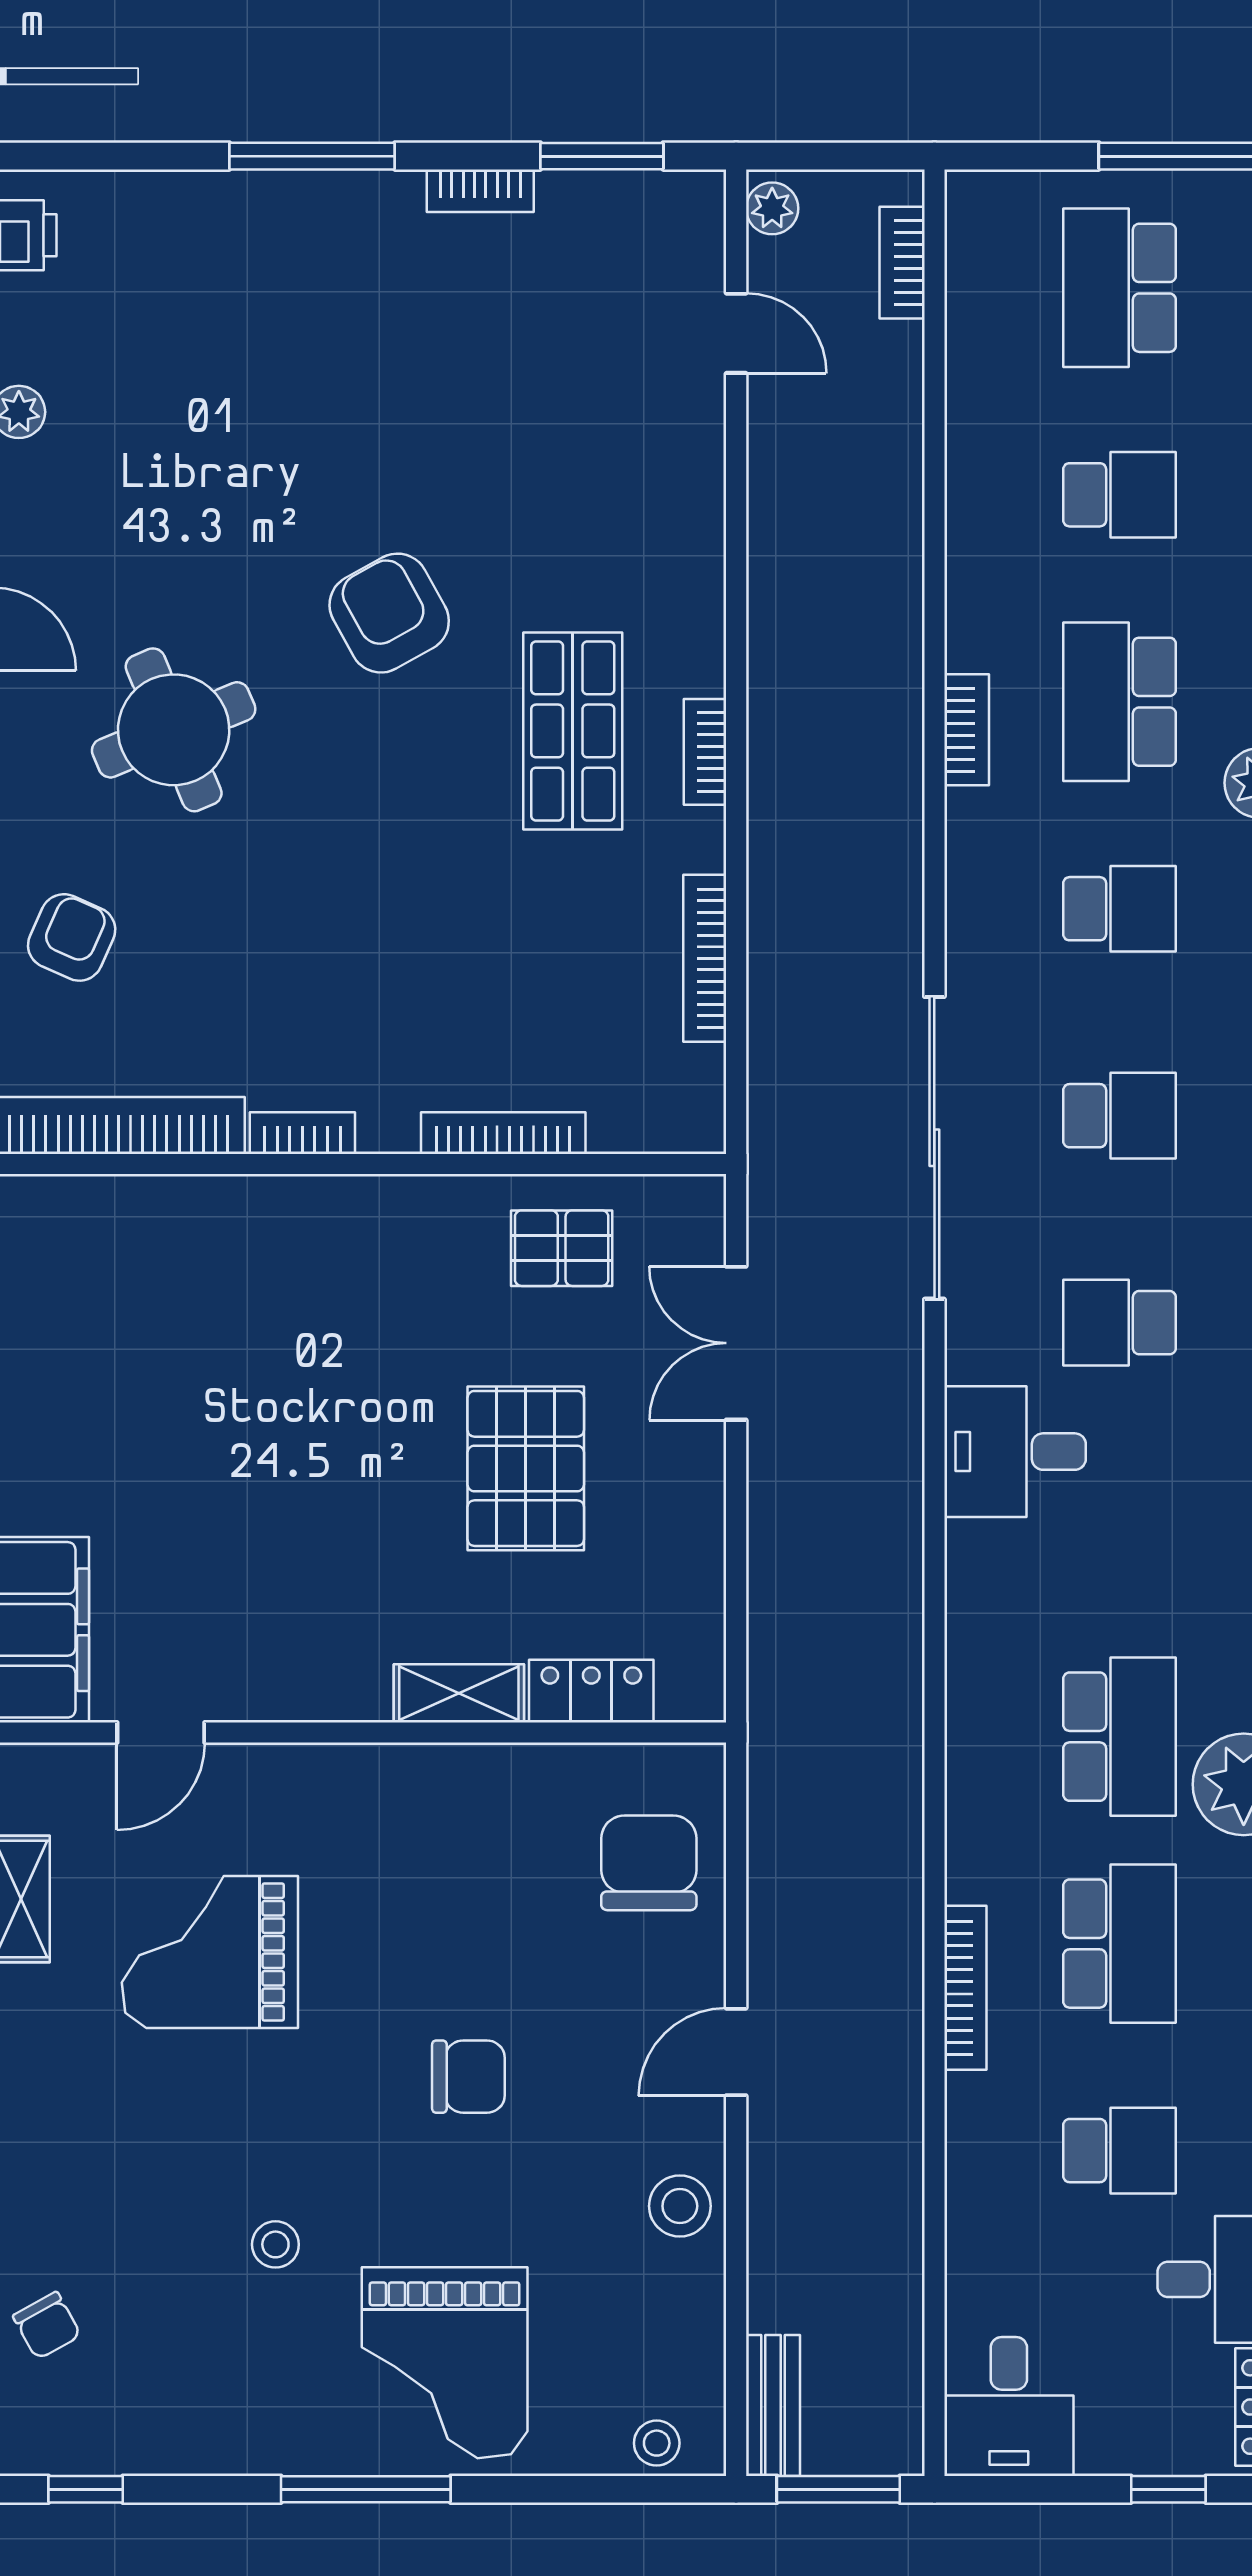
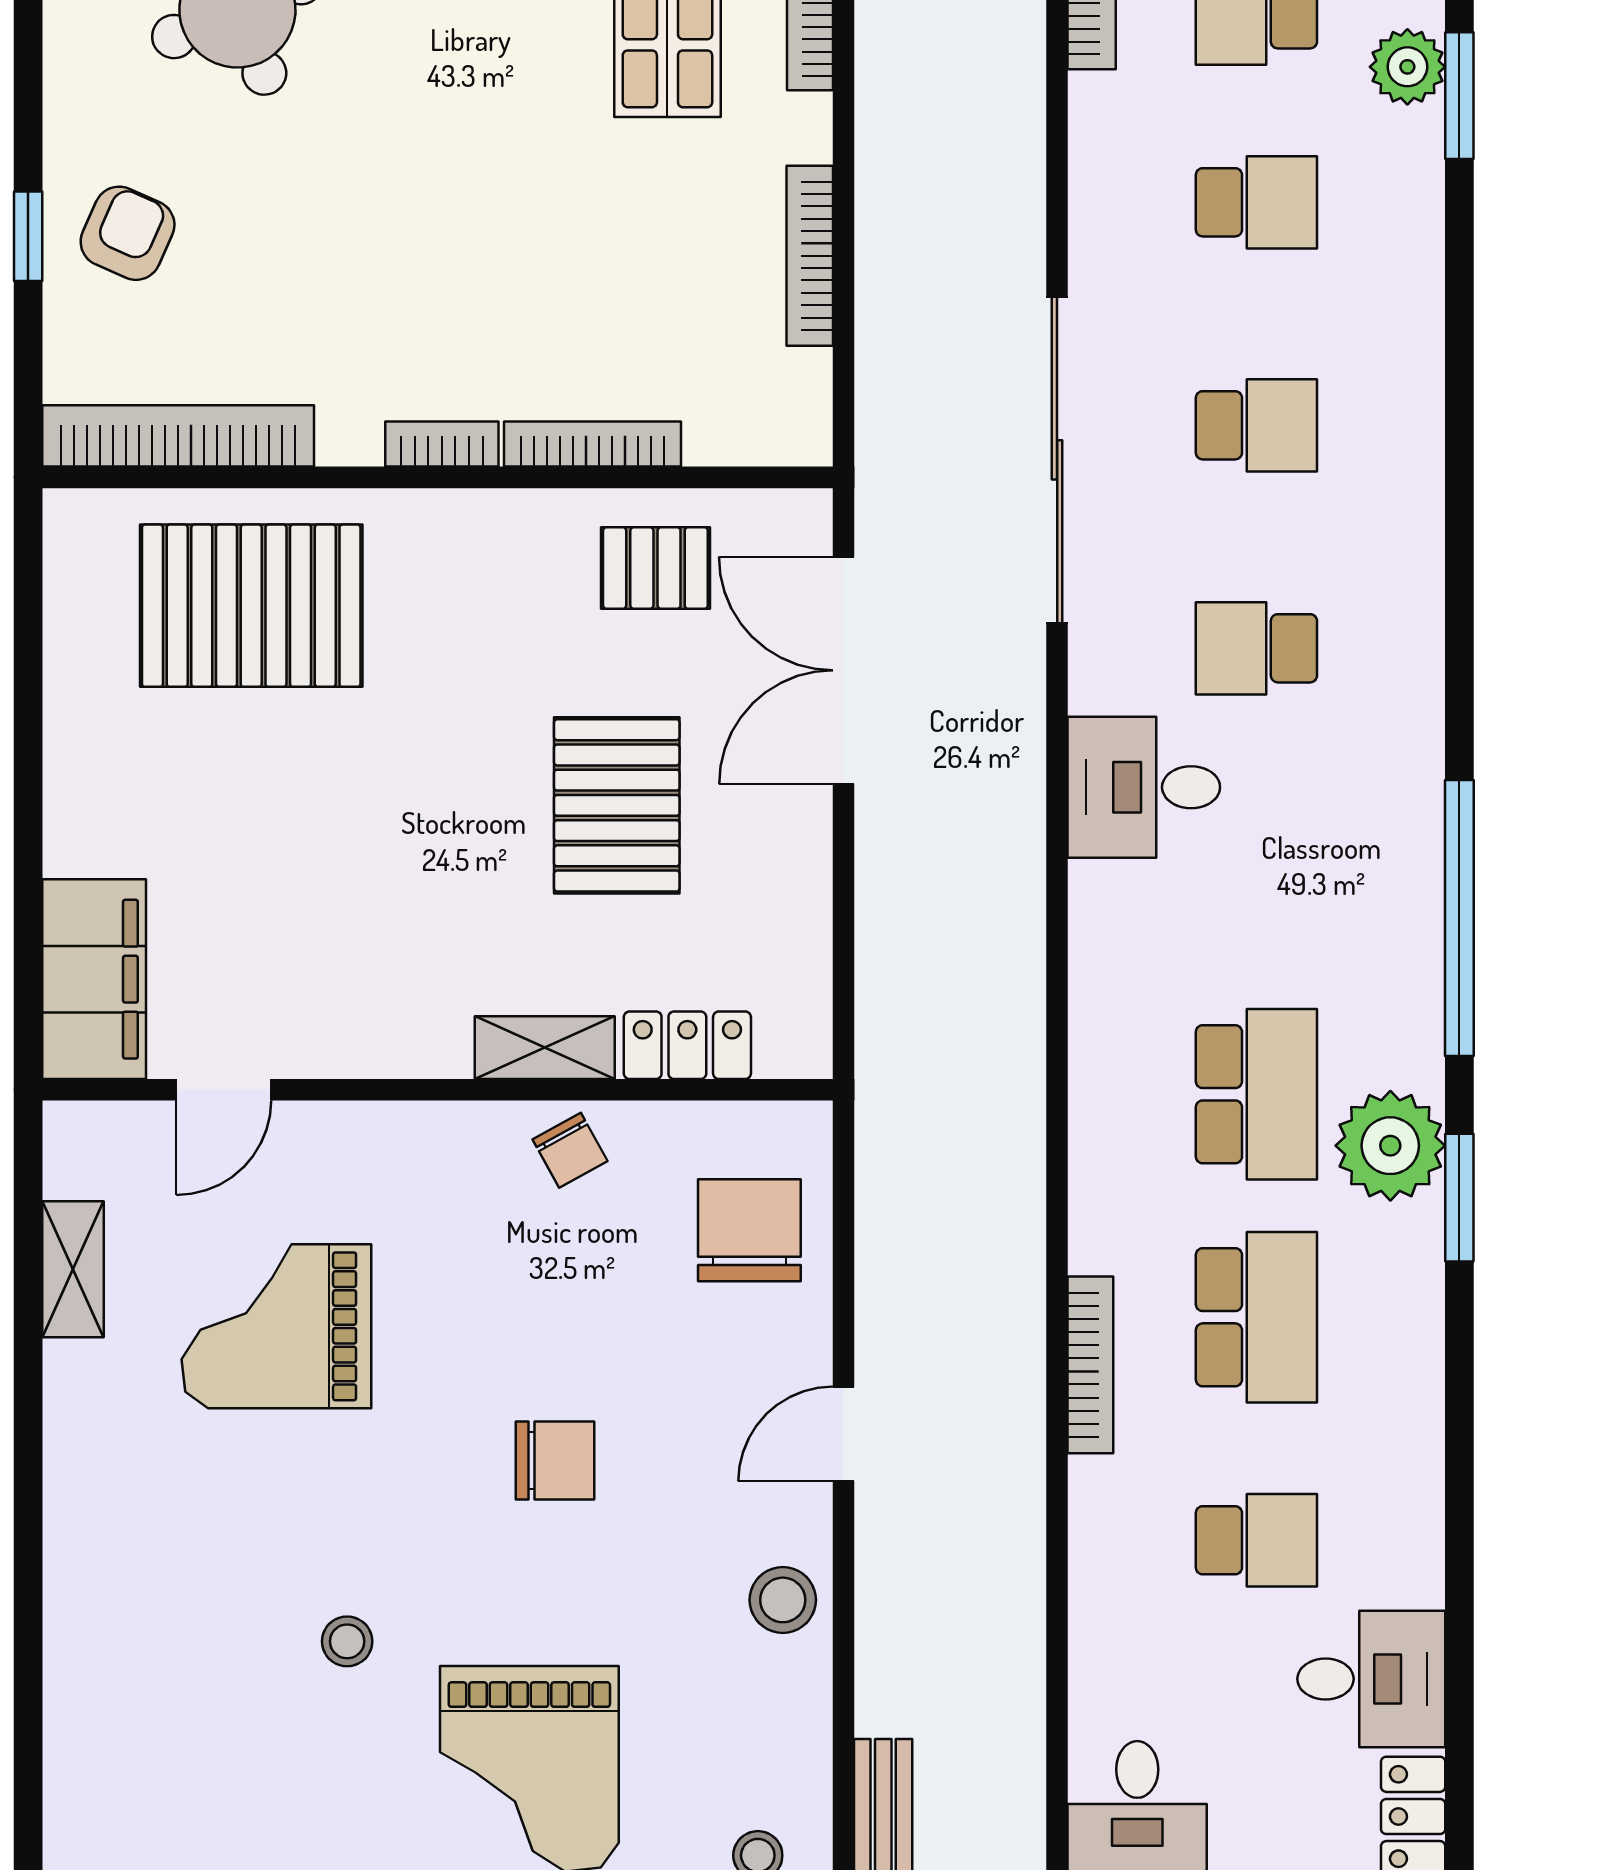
bookcase: (302, 1133) -> (442, 444), moved
pallet: (186, 1283) -> (251, 606), added
double door: (736, 1343) -> (843, 670), width x1.37
chair: (47, 2326) -> (570, 1150), moved

